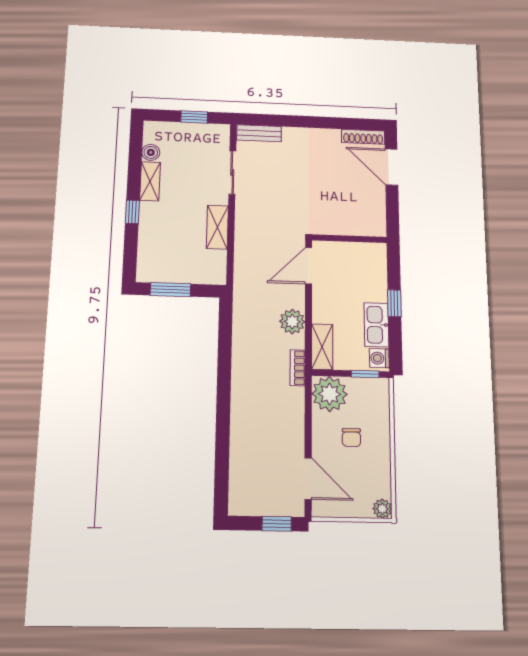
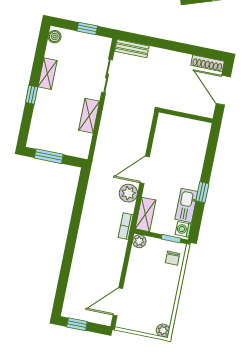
boiler: (151, 152) -> (55, 37), moved
wall: (349, 239) -> (186, 115), moved
door: (309, 266) -> (145, 170), moved
plant: (330, 394) -> (139, 241), width x0.53, depth x0.53
chair: (351, 437) -> (173, 258), moved
door: (308, 479) -> (118, 302), swing flipped
window: (277, 524) -> (77, 324), moved

